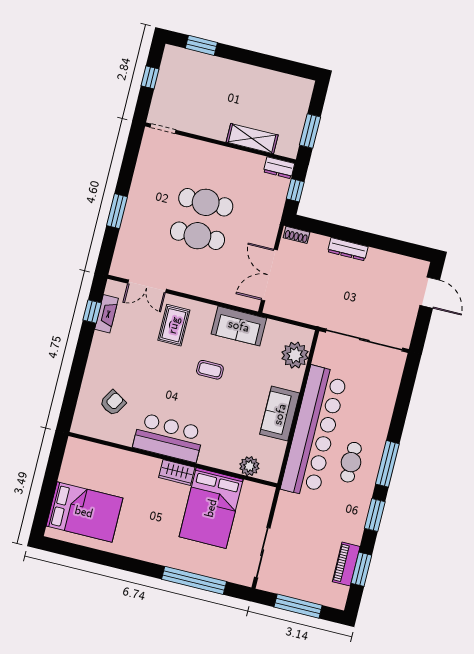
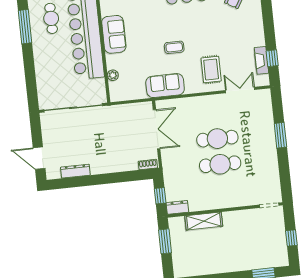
dresser: (348, 249) -> (75, 171), moved
plant: (295, 355) -> (113, 75), width x0.53, depth x0.53

